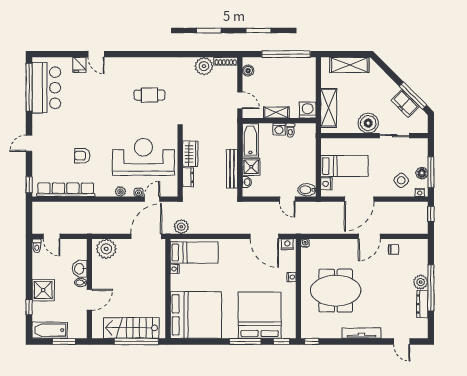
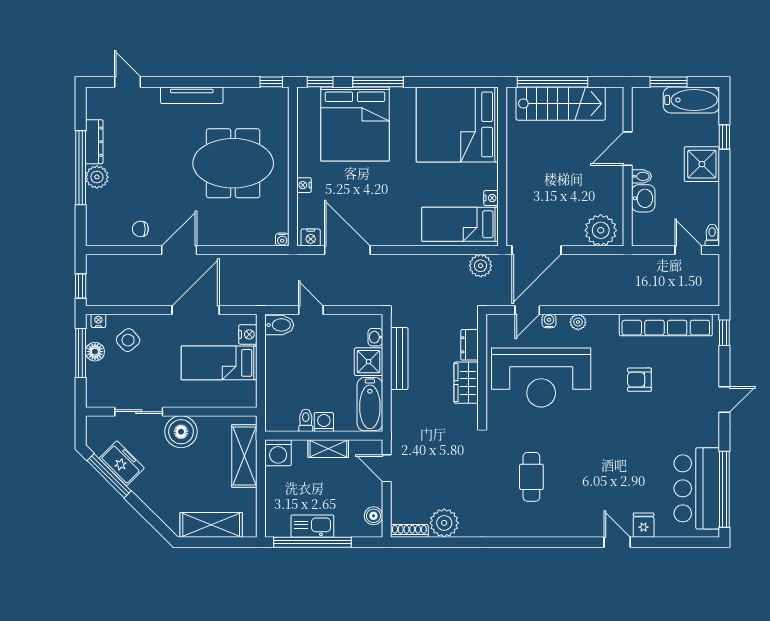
kitchen sink: (286, 64) -> (312, 526), added
cafe table: (149, 95) -> (531, 477), turned 90
armchair: (82, 156) -> (639, 380), turned 180

